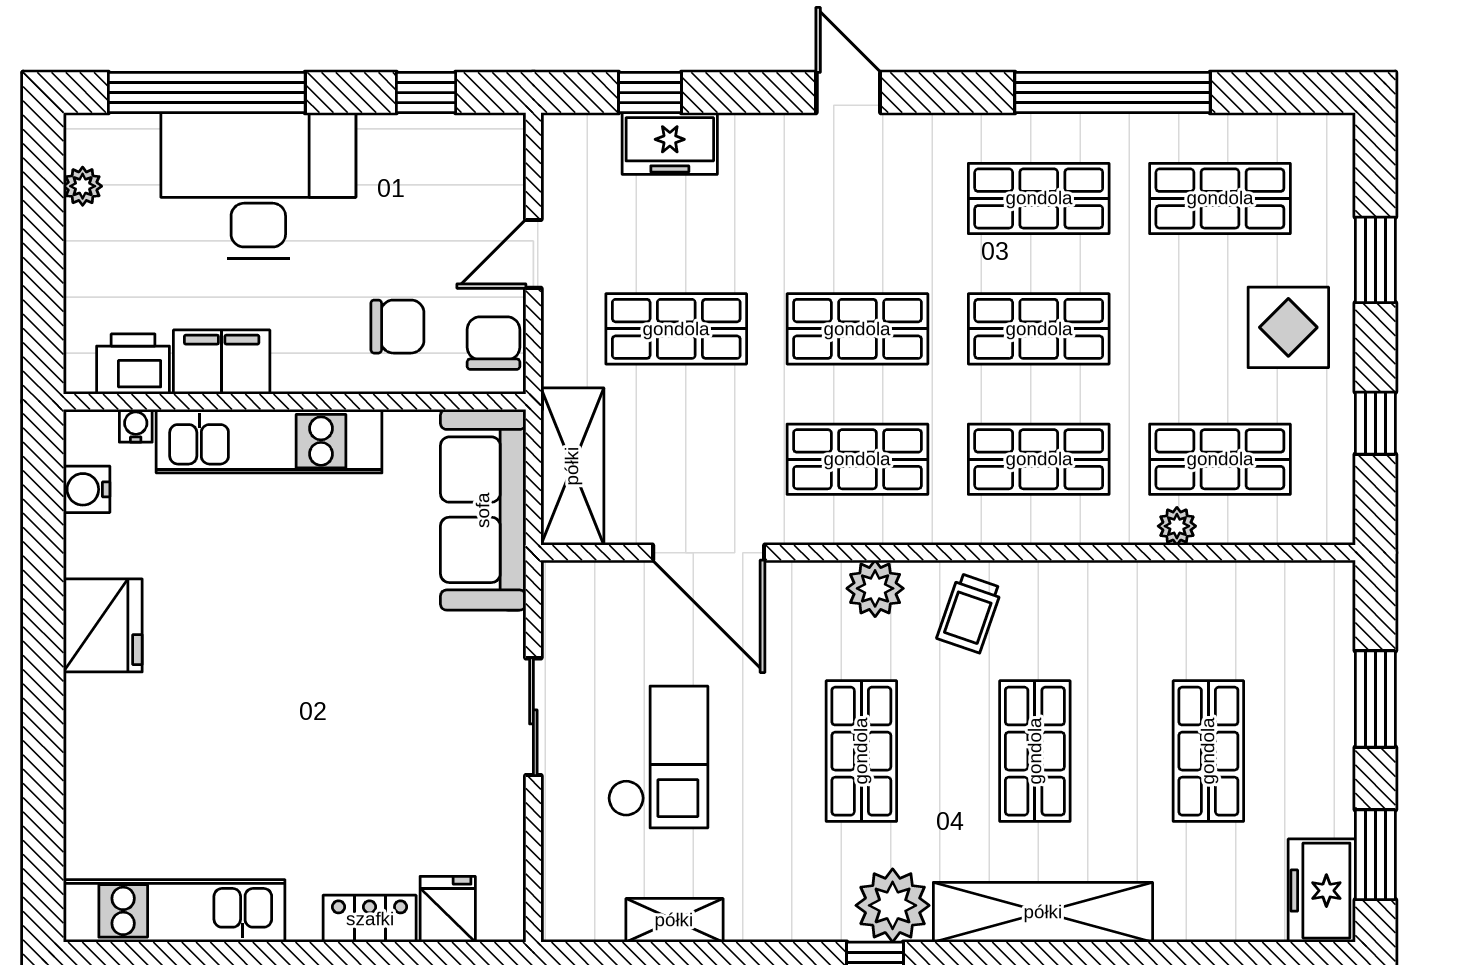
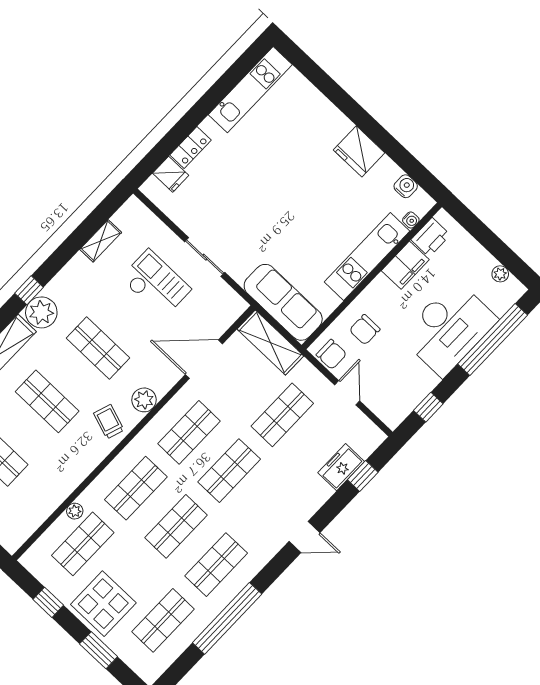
display table: (1288, 327) -> (103, 604), width x1.36, depth x1.36
checkout: (658, 757) -> (156, 284), turned 180

